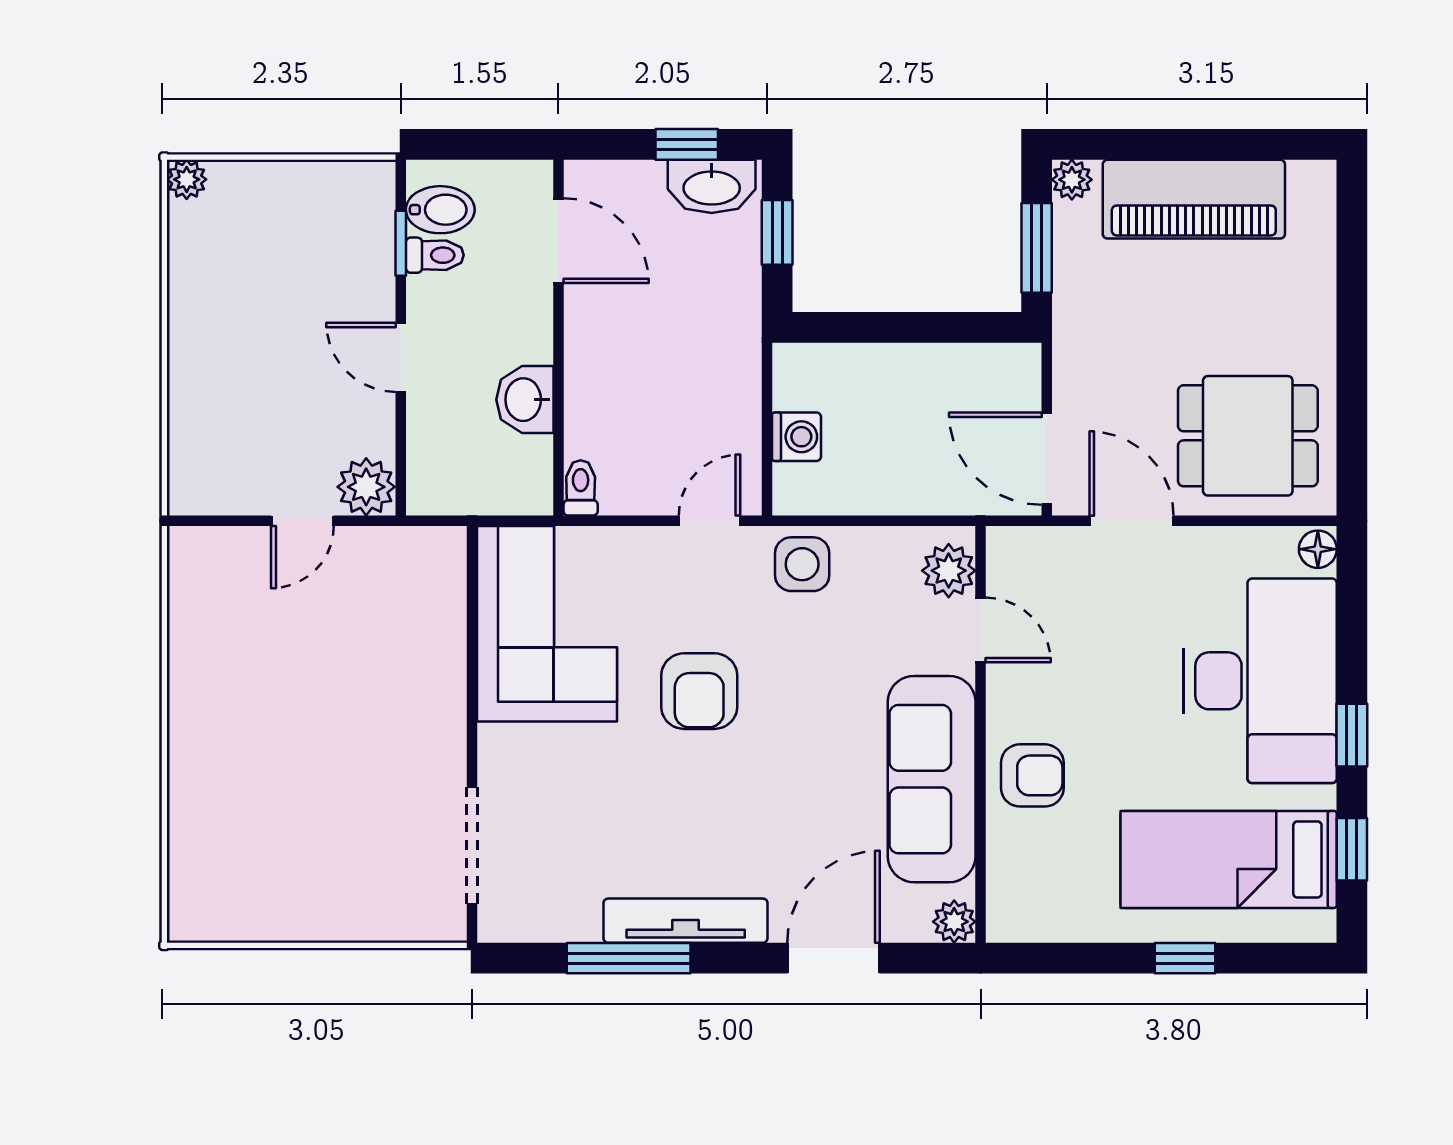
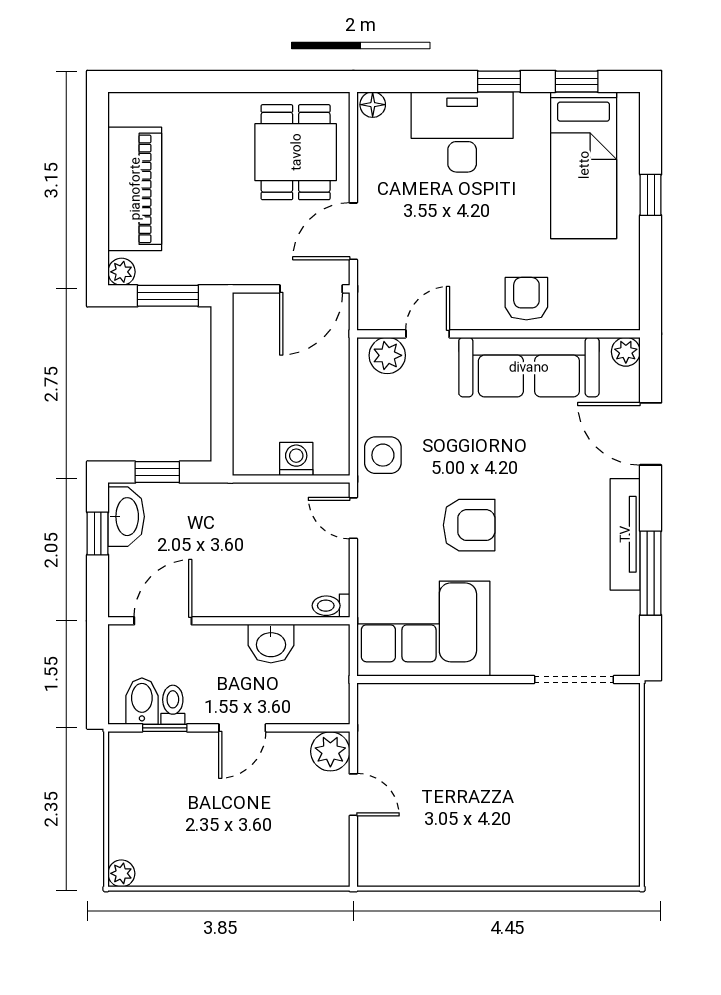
desk: (1260, 681) -> (462, 132), width x0.73, depth x0.77

